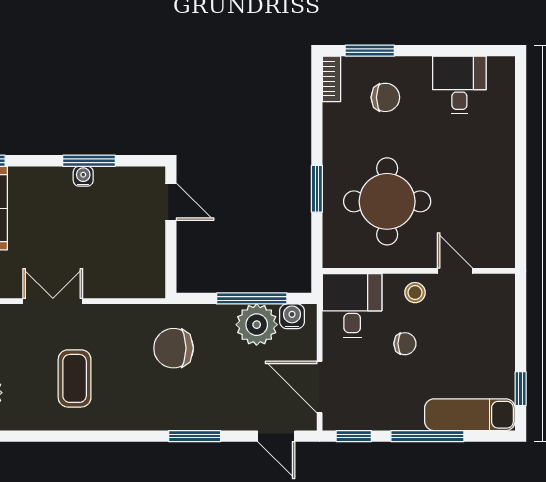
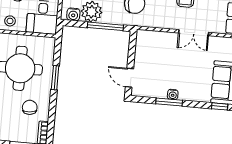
chair: (385, 97) -> (30, 107), moved, turned 85
window: (252, 298) -> (105, 26), moved

